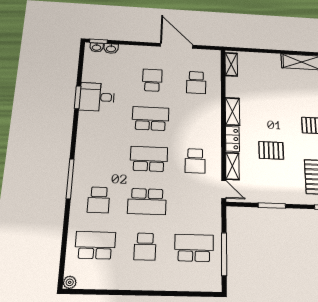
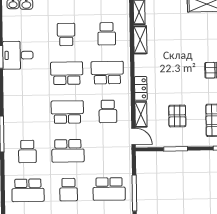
shelving: (232, 112) -> (140, 40), moved
school desk: (196, 121) -> (107, 73), added
pallet: (271, 150) -> (177, 116), moved, turned 90
school desk: (95, 245) -> (28, 190), turned 180
school desk: (194, 248) -> (109, 189), turned 180

